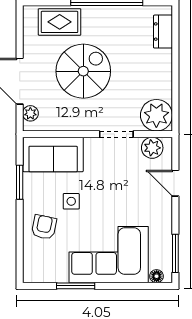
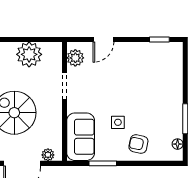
plant: (156, 115) -> (29, 54), moved
window: (175, 253) -> (159, 39), width x0.67
corner sofa: (109, 255) -> (160, 92), removed
floor lamp: (157, 276) -> (178, 144), moved

